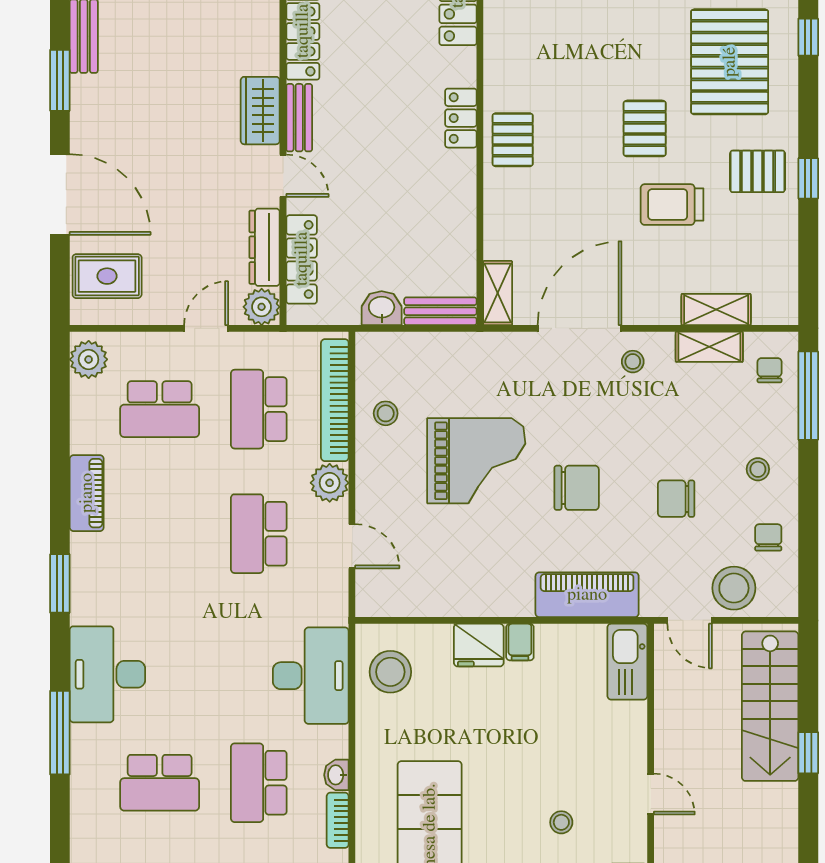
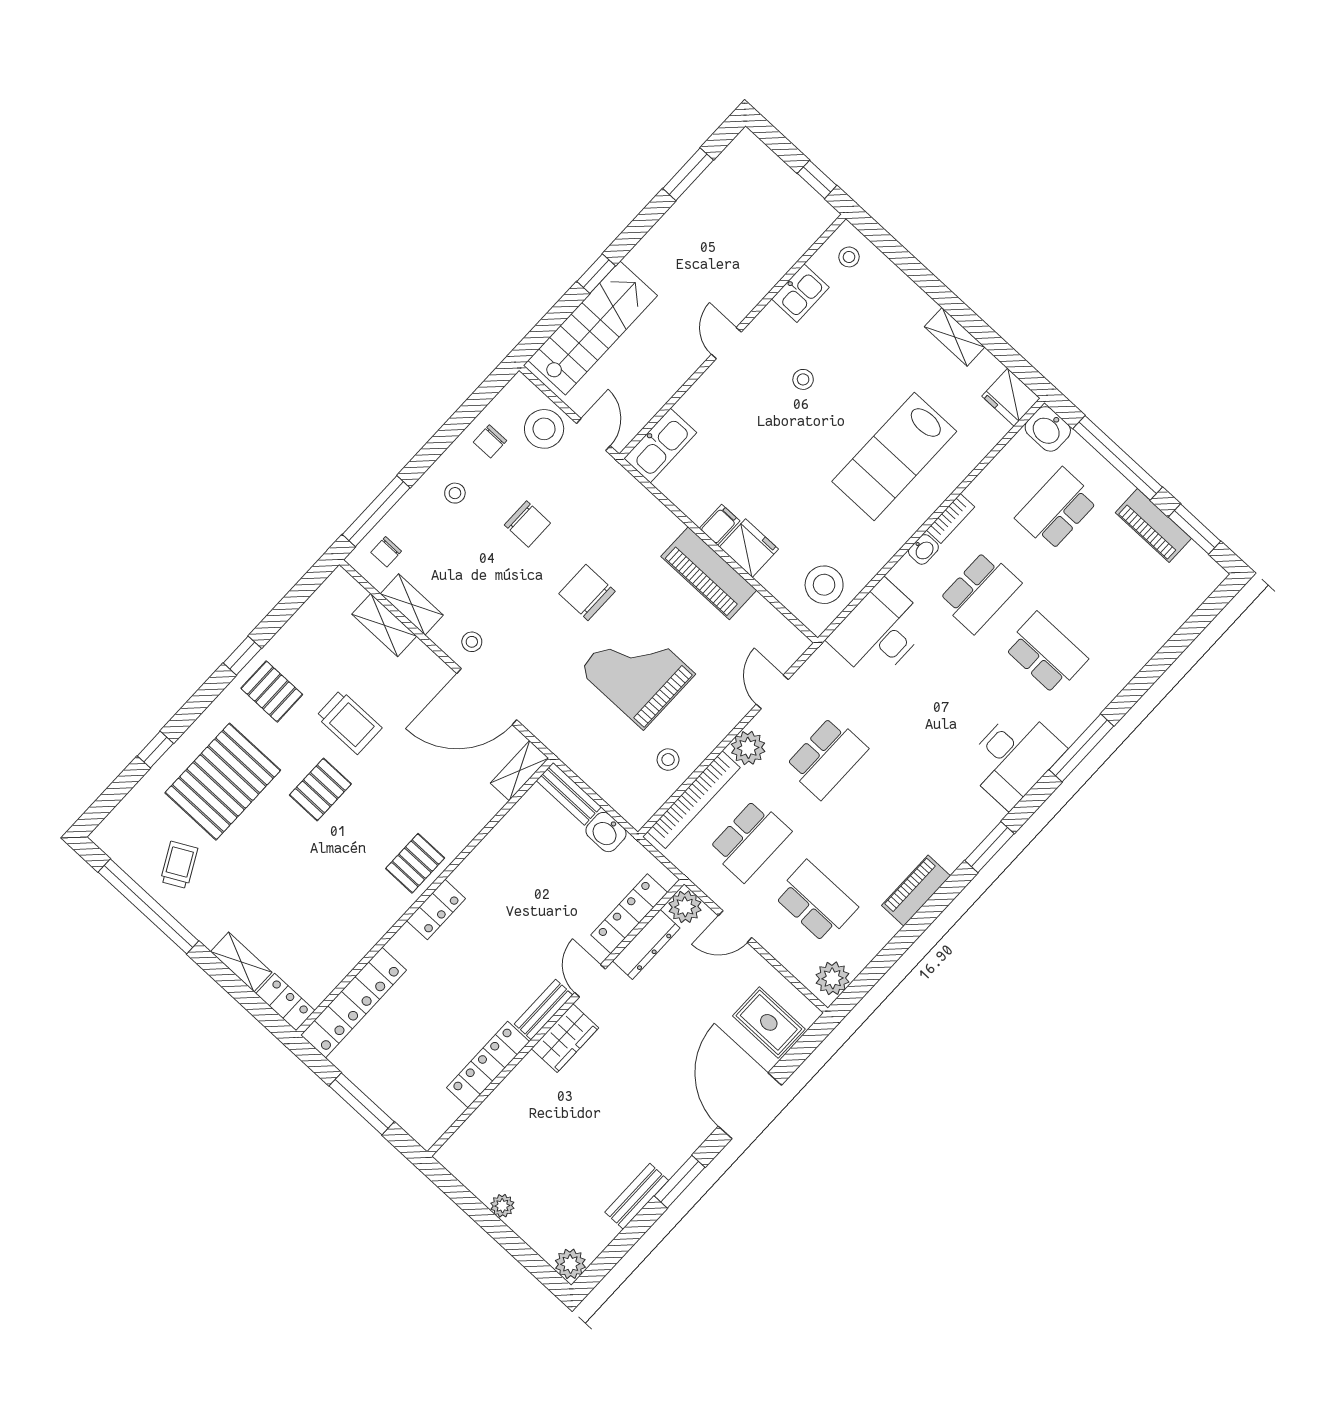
piano: (587, 595) -> (709, 573), moved

